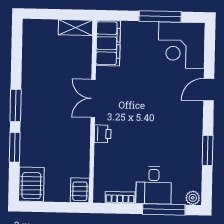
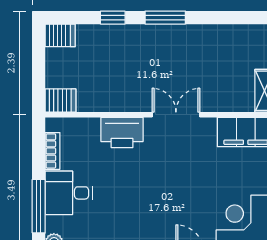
printer: (103, 134) -> (122, 132), width x1.87, depth x1.48
window: (15, 147) -> (113, 18), width x0.67
server rack: (31, 184) -> (60, 35), width x0.73, depth x0.70

